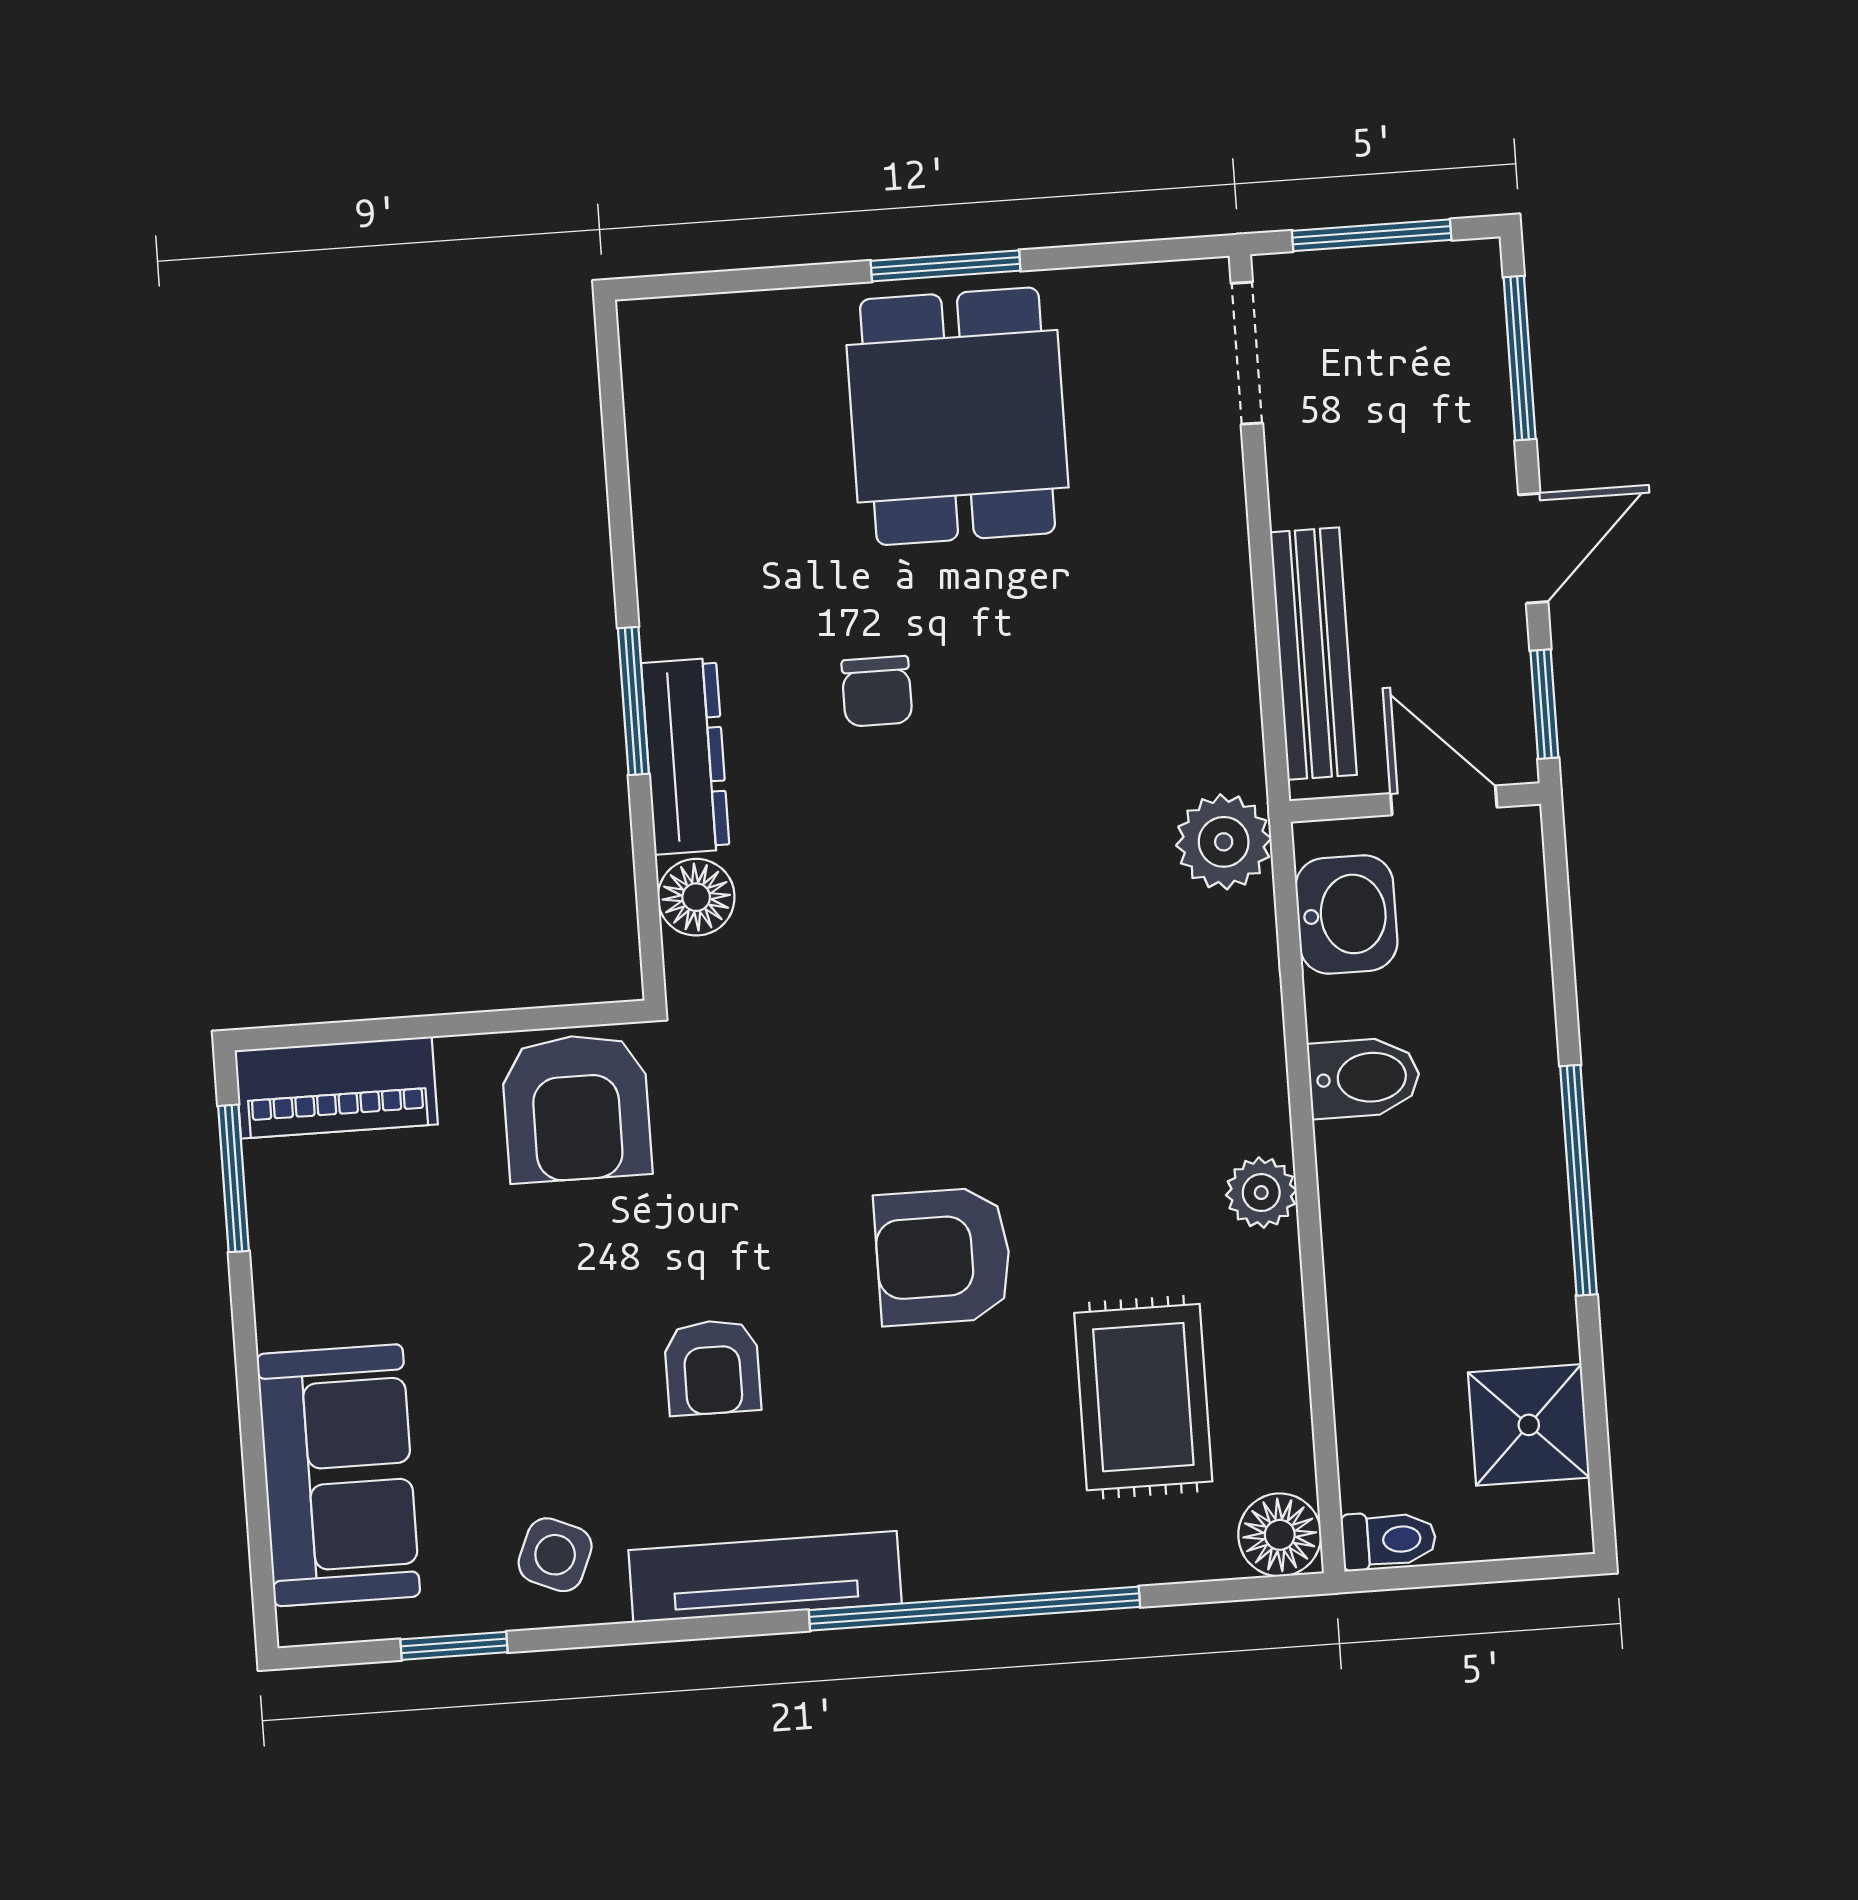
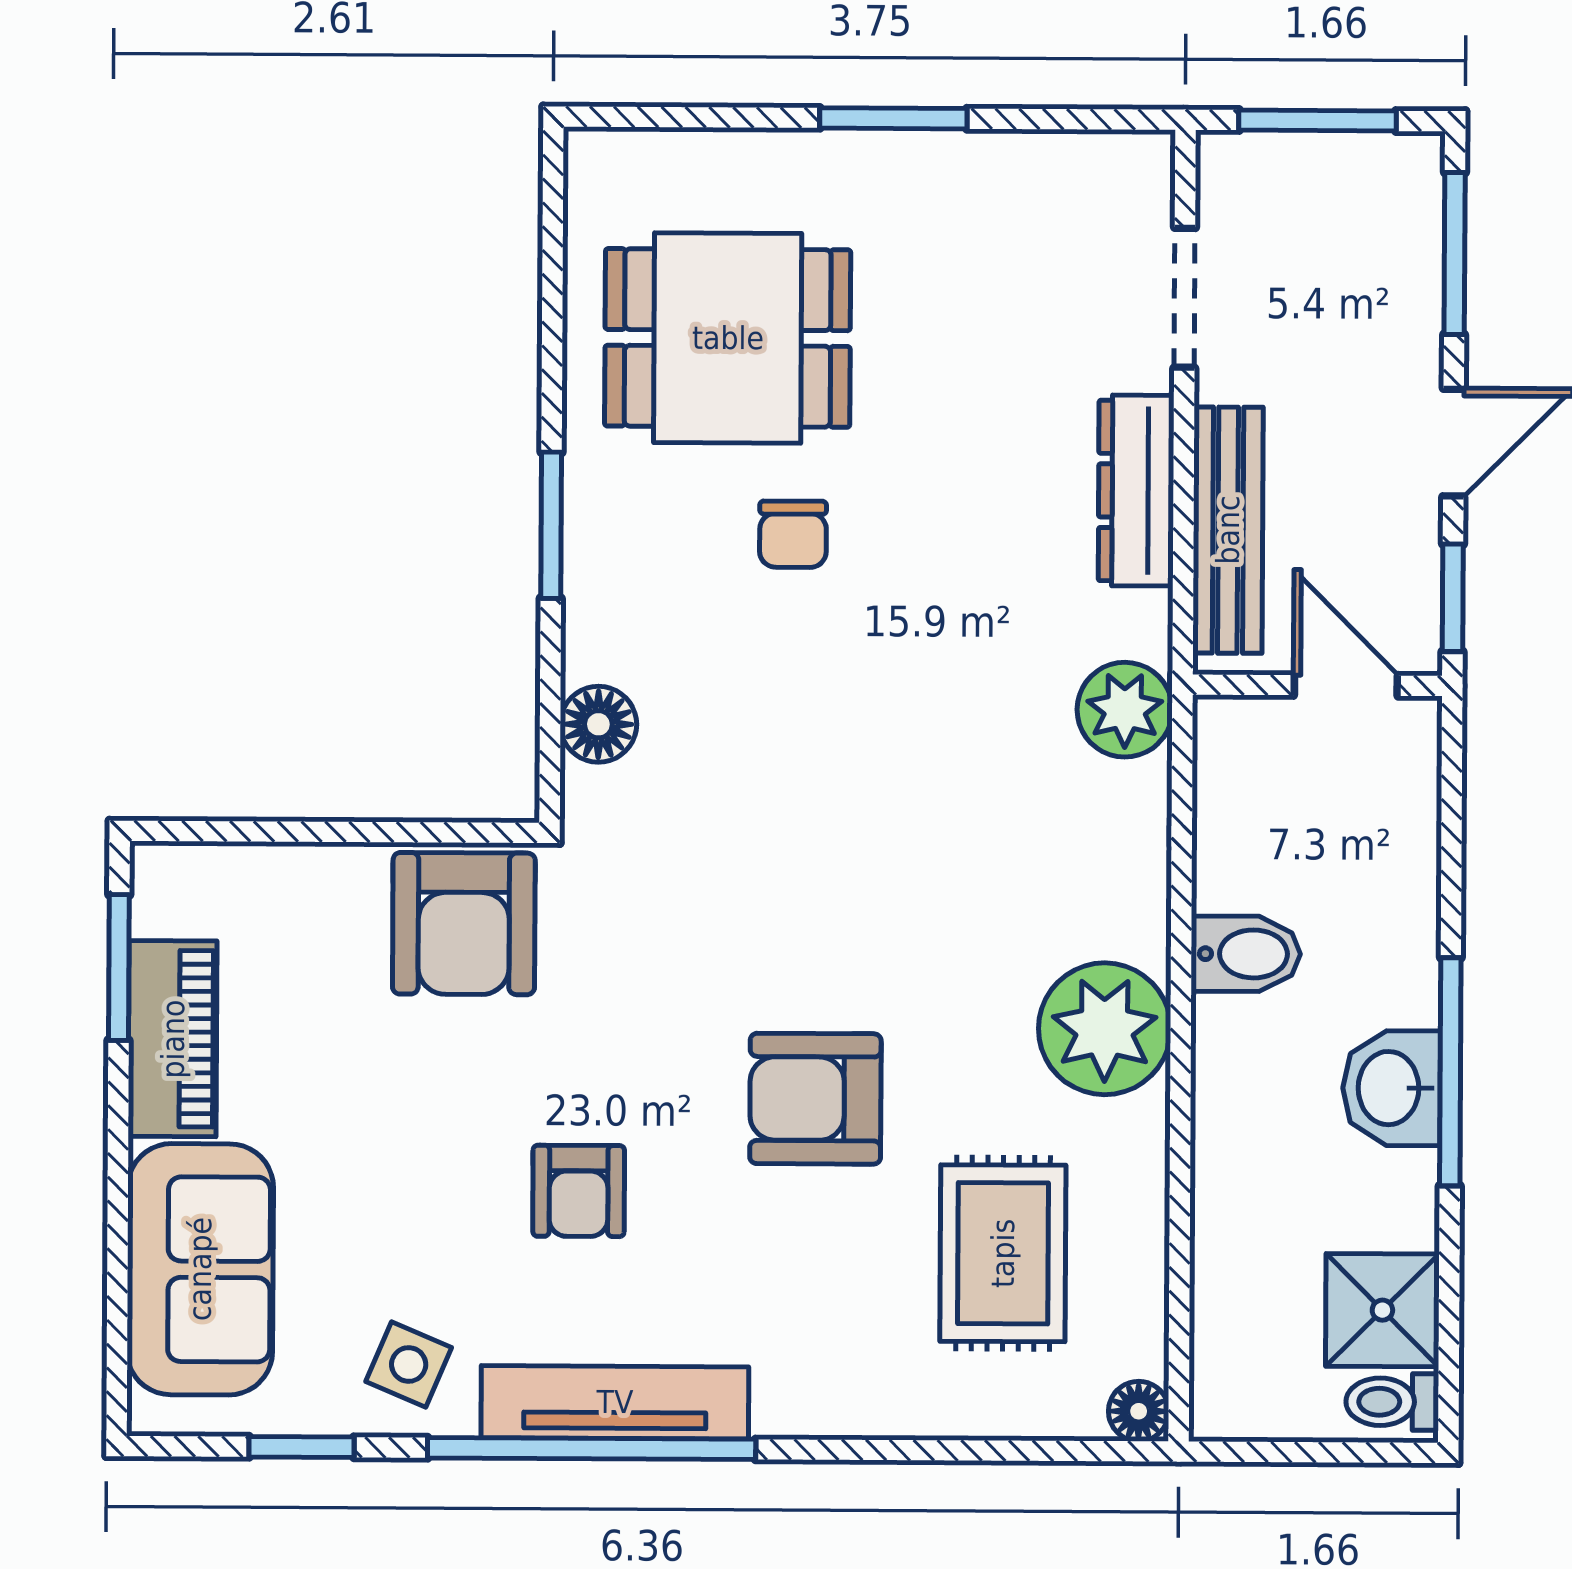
doorway: (1247, 353) -> (1185, 298), moved
dining table: (958, 416) -> (728, 338), moved, turned 90
dresser: (685, 756) -> (1136, 491), moved, turned 180
washbasin: (1346, 914) -> (1391, 1088), moved, turned 180
piano: (336, 1087) -> (173, 1039), moved, turned -90
plant: (1261, 1193) -> (1105, 1029), width x1.87, depth x1.87
floor lamp: (1280, 1535) -> (1139, 1411), width x0.73, depth x0.73
toilet: (1389, 1540) -> (1392, 1402), moved, turned 180
window: (974, 1609) -> (592, 1449), moved

